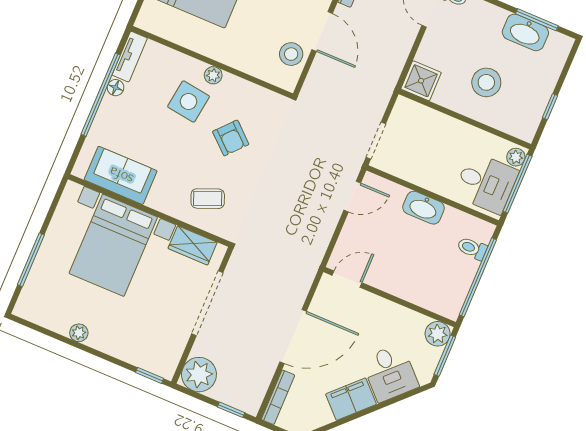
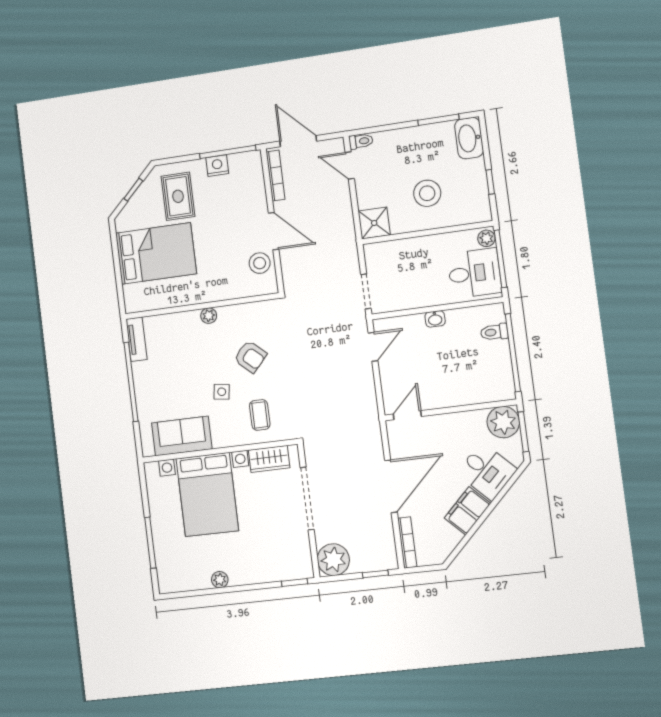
washbasin: (525, 32) -> (469, 138), moved, turned 90
floor lamp: (116, 88) -> (139, 370), removed
side table: (188, 102) -> (222, 392), moved, width x0.54, depth x0.54
coffee table: (208, 199) -> (260, 415), turned -68
washbasin: (424, 208) -> (435, 319), width x0.52, depth x0.69
plant: (438, 334) -> (503, 422), width x1.36, depth x1.36

